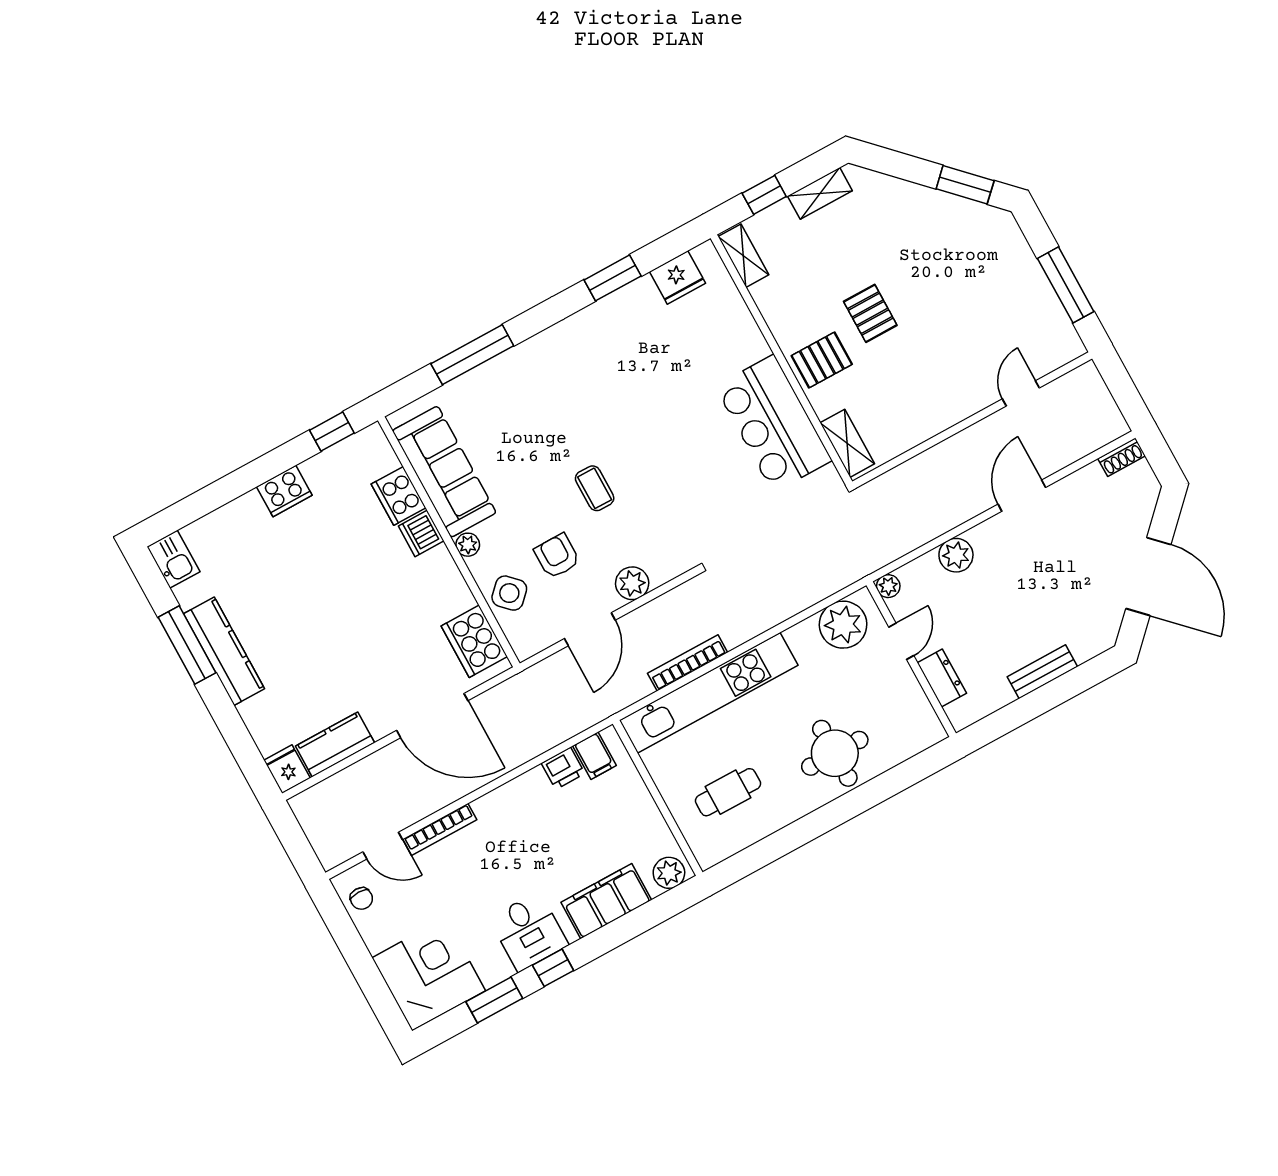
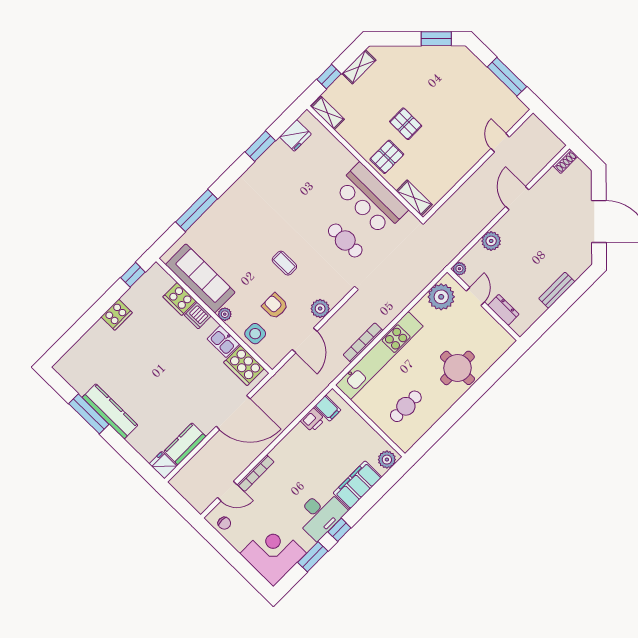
cafe table: (709, 481) -> (345, 240), added
kitchen sink: (173, 559) -> (223, 341), moved, turned 180
side table: (509, 593) -> (255, 334), turned 45
desk: (529, 932) -> (320, 514), width x1.37

